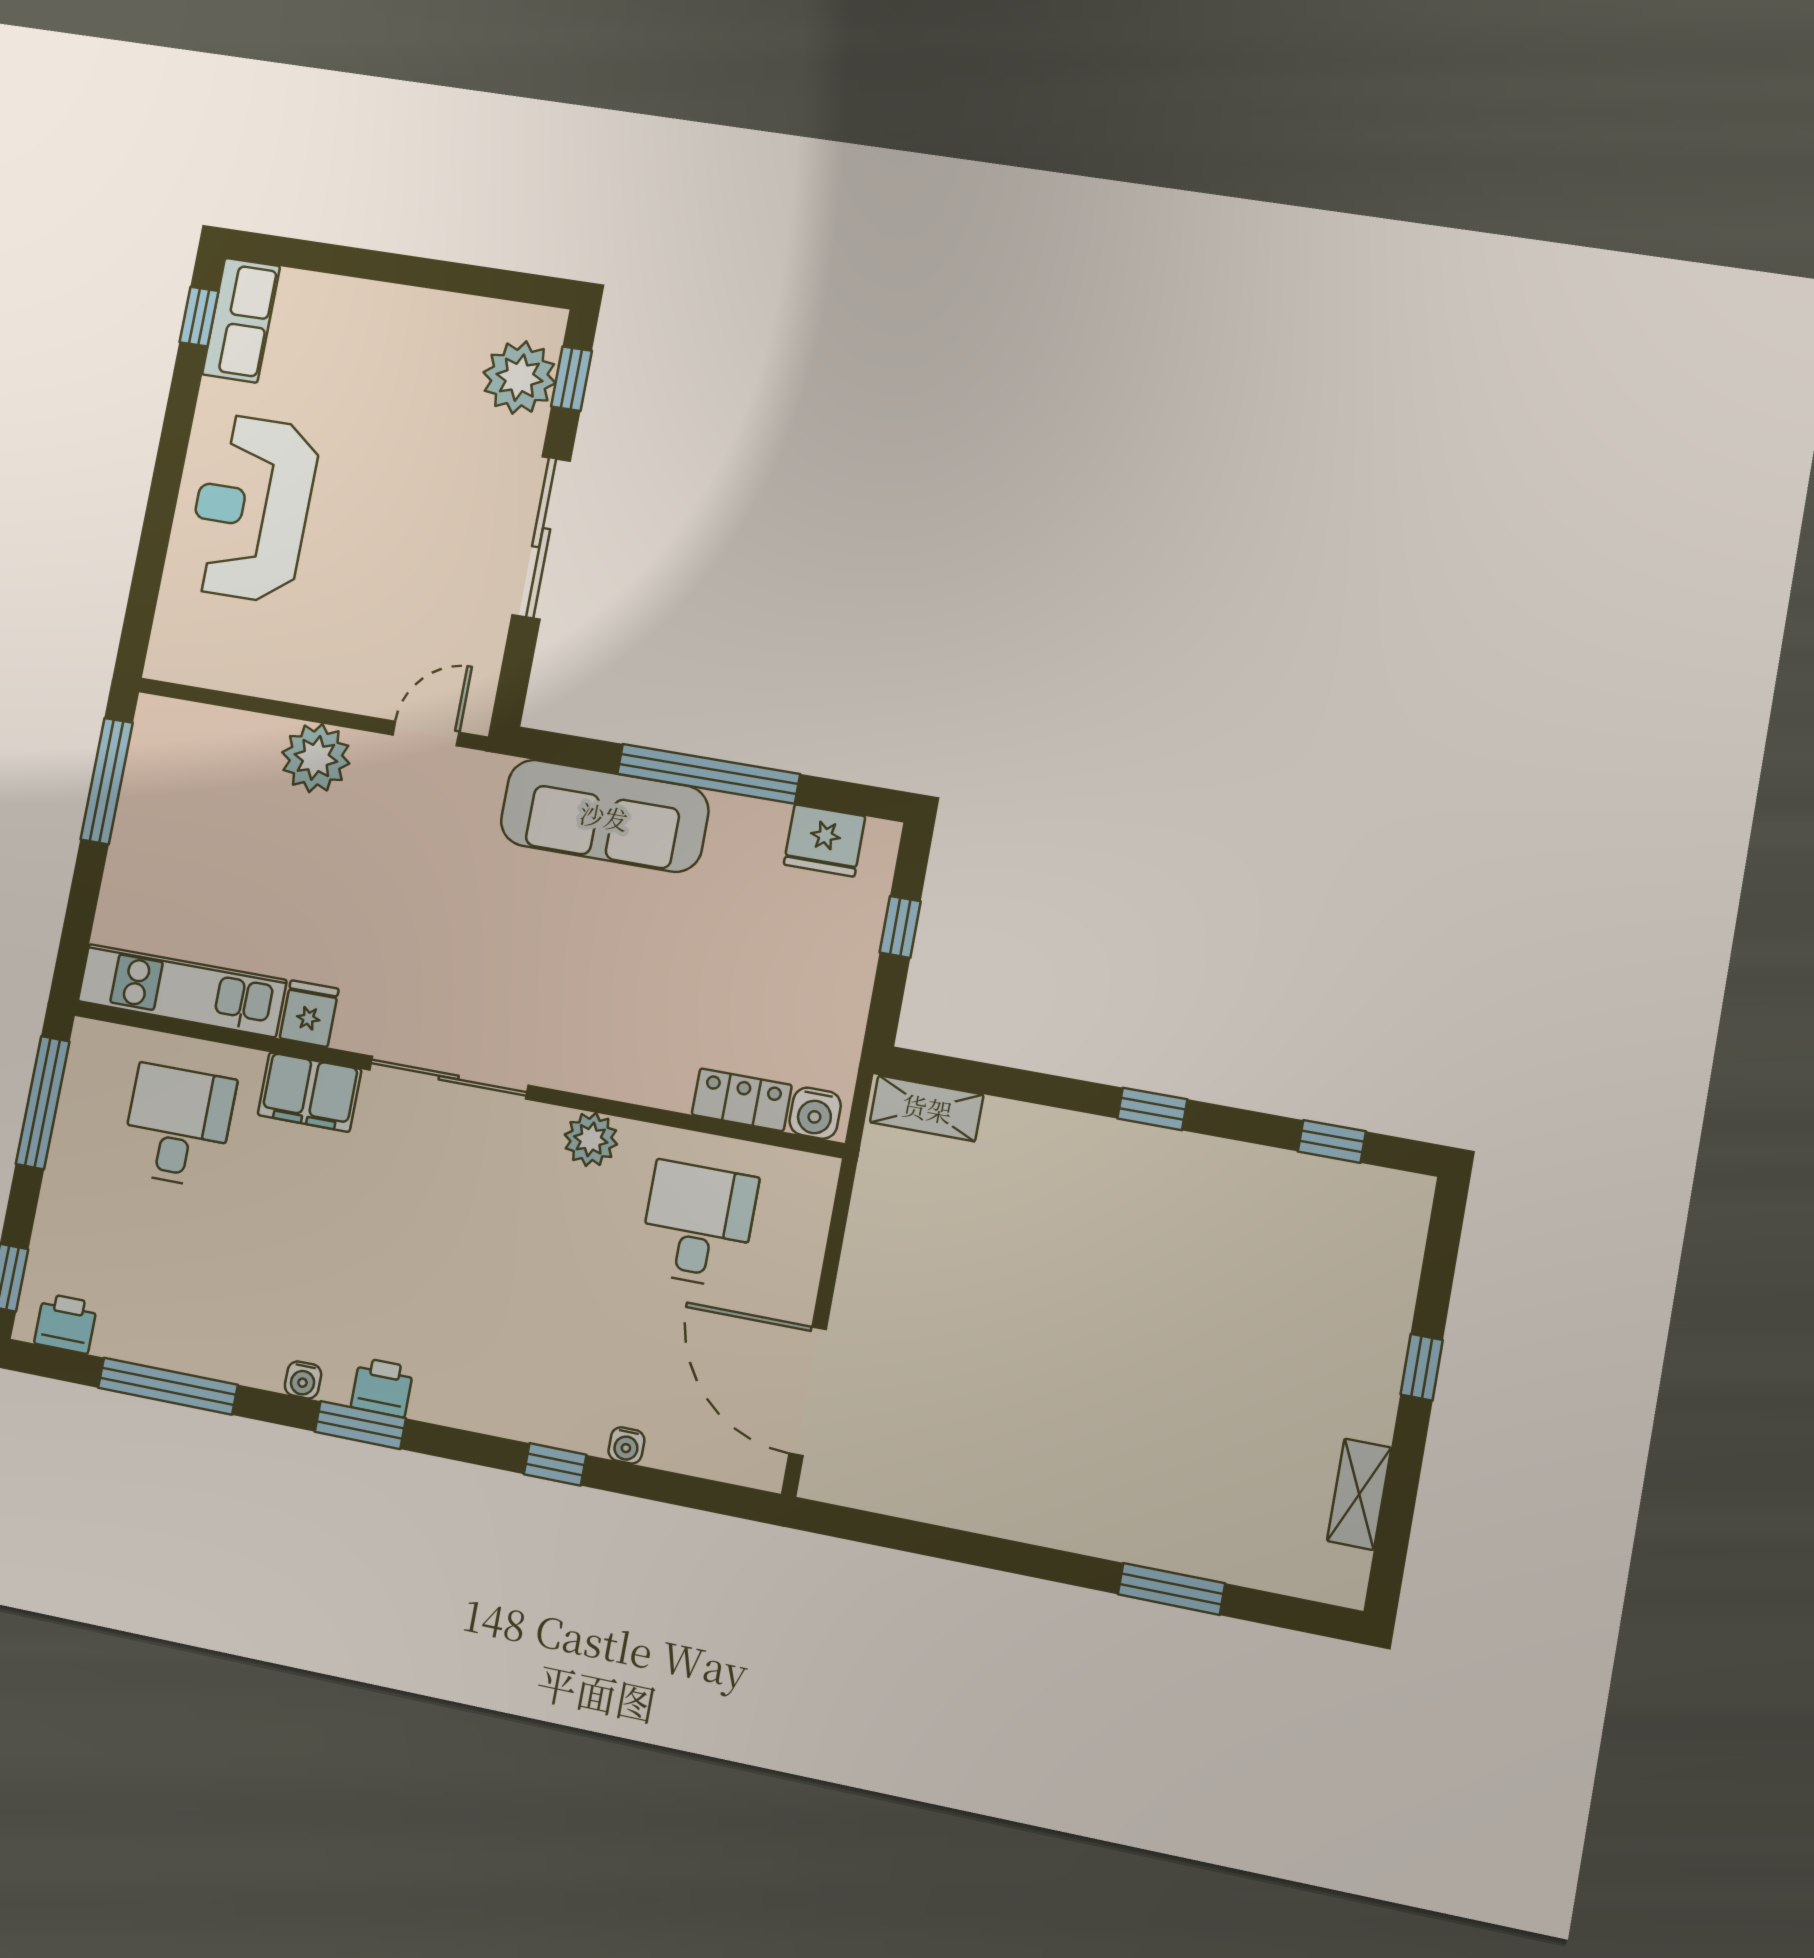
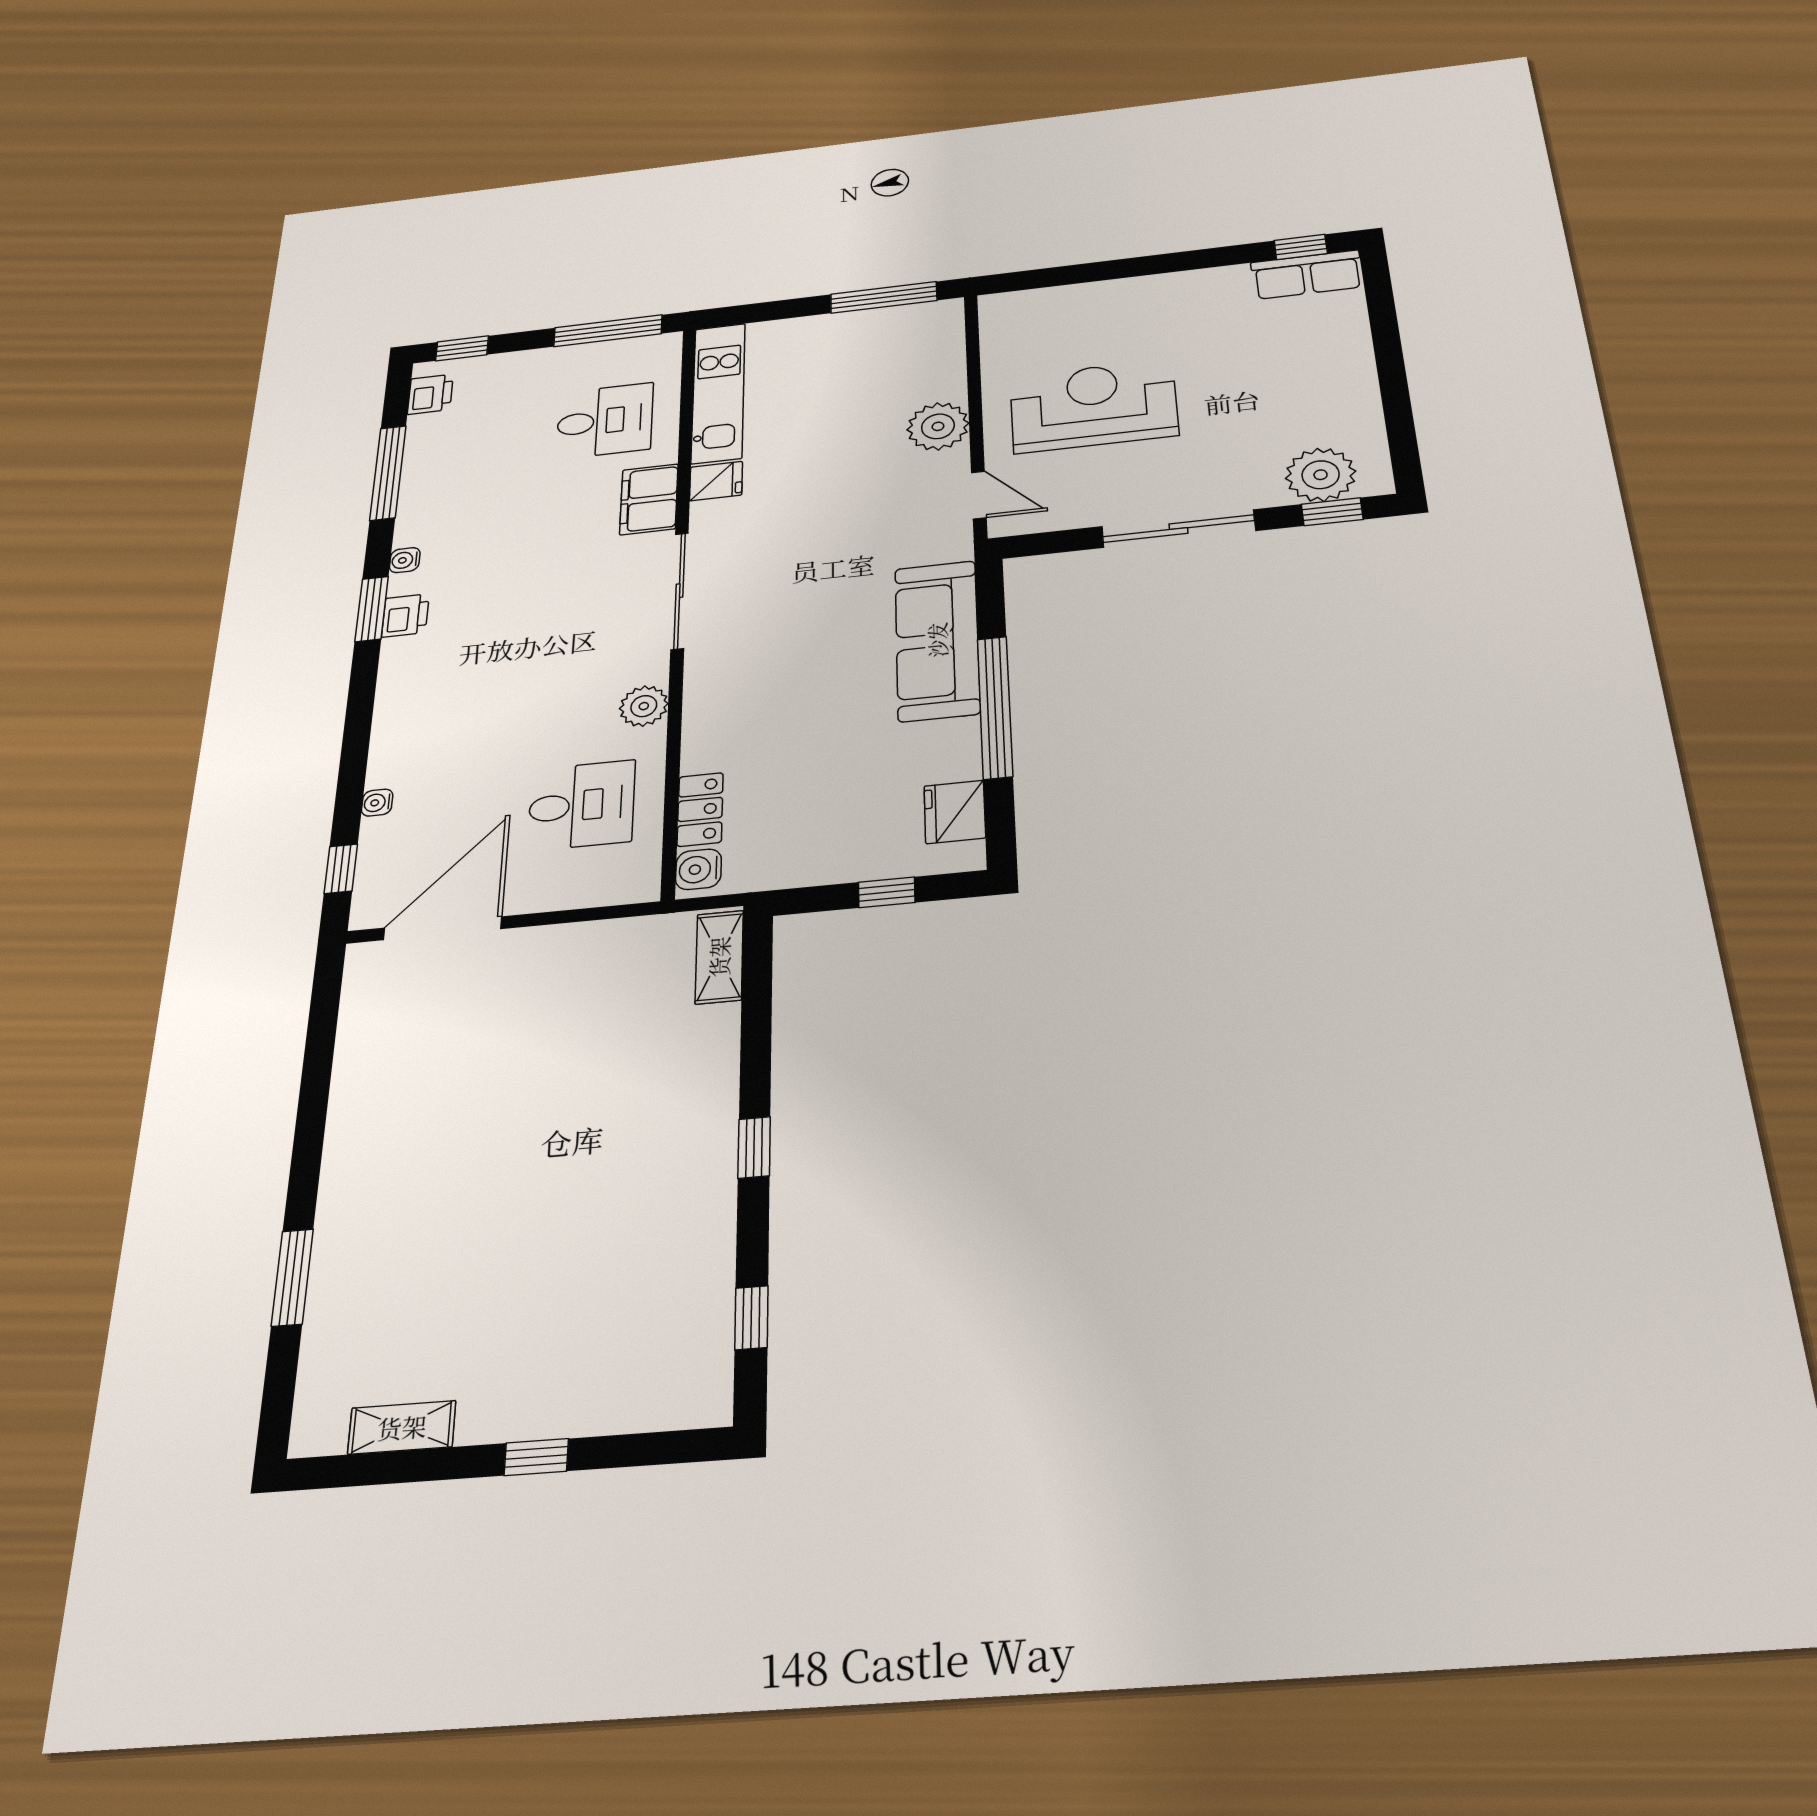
reception desk: (252, 508) -> (1093, 406), moved
window: (555, 1464) -> (341, 869), moved

